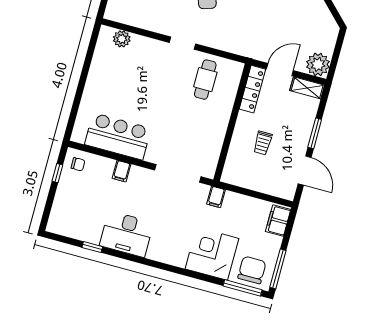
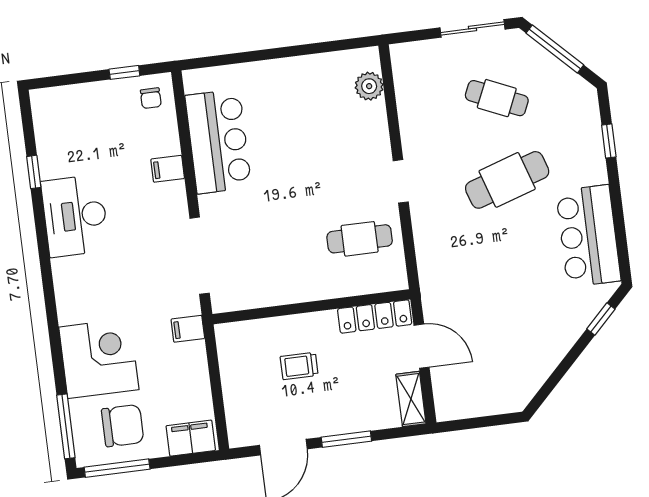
plant: (318, 64) -> (453, 401), removed
chair: (252, 270) -> (123, 426), moved

